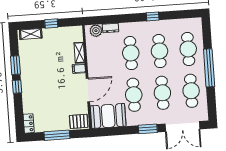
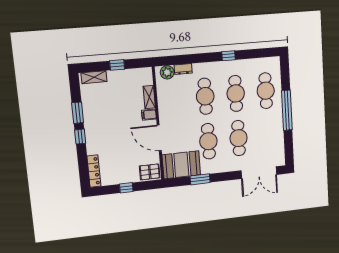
door: (88, 90) -> (159, 138), swing flipped
cafe table: (191, 91) -> (268, 135), removed
locker: (29, 123) -> (94, 171), width x1.53
window: (148, 129) -> (200, 179), moved
window: (57, 135) -> (126, 188), width x0.46

